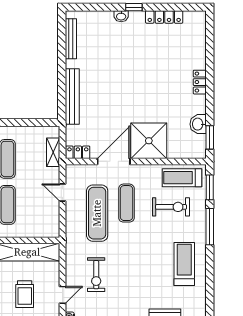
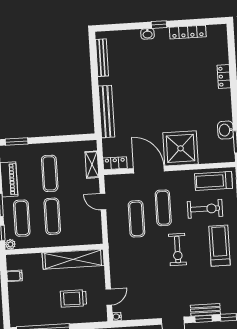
locker: (200, 82) -> (224, 76), moved
door: (114, 161) -> (149, 170), hinge flipped
exercise mat: (97, 213) -> (136, 219), width x0.73, depth x0.69
treadmill: (184, 264) -> (219, 246), moved
exercise bike: (96, 275) -> (177, 250), moved
trolley: (25, 294) -> (73, 298), turned 90

